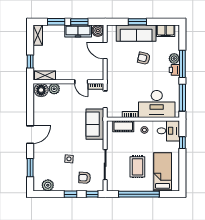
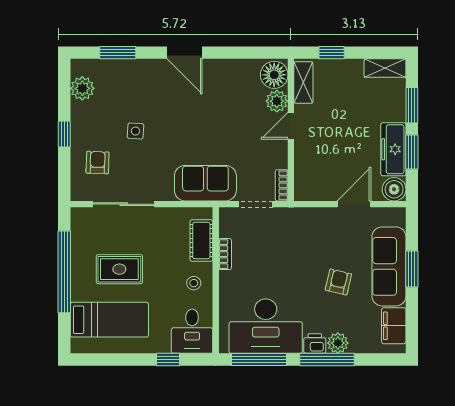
door: (81, 82) -> (291, 126), moved
desk: (157, 104) -> (266, 326), moved, turned -90
window: (92, 194) -> (64, 178), removed

